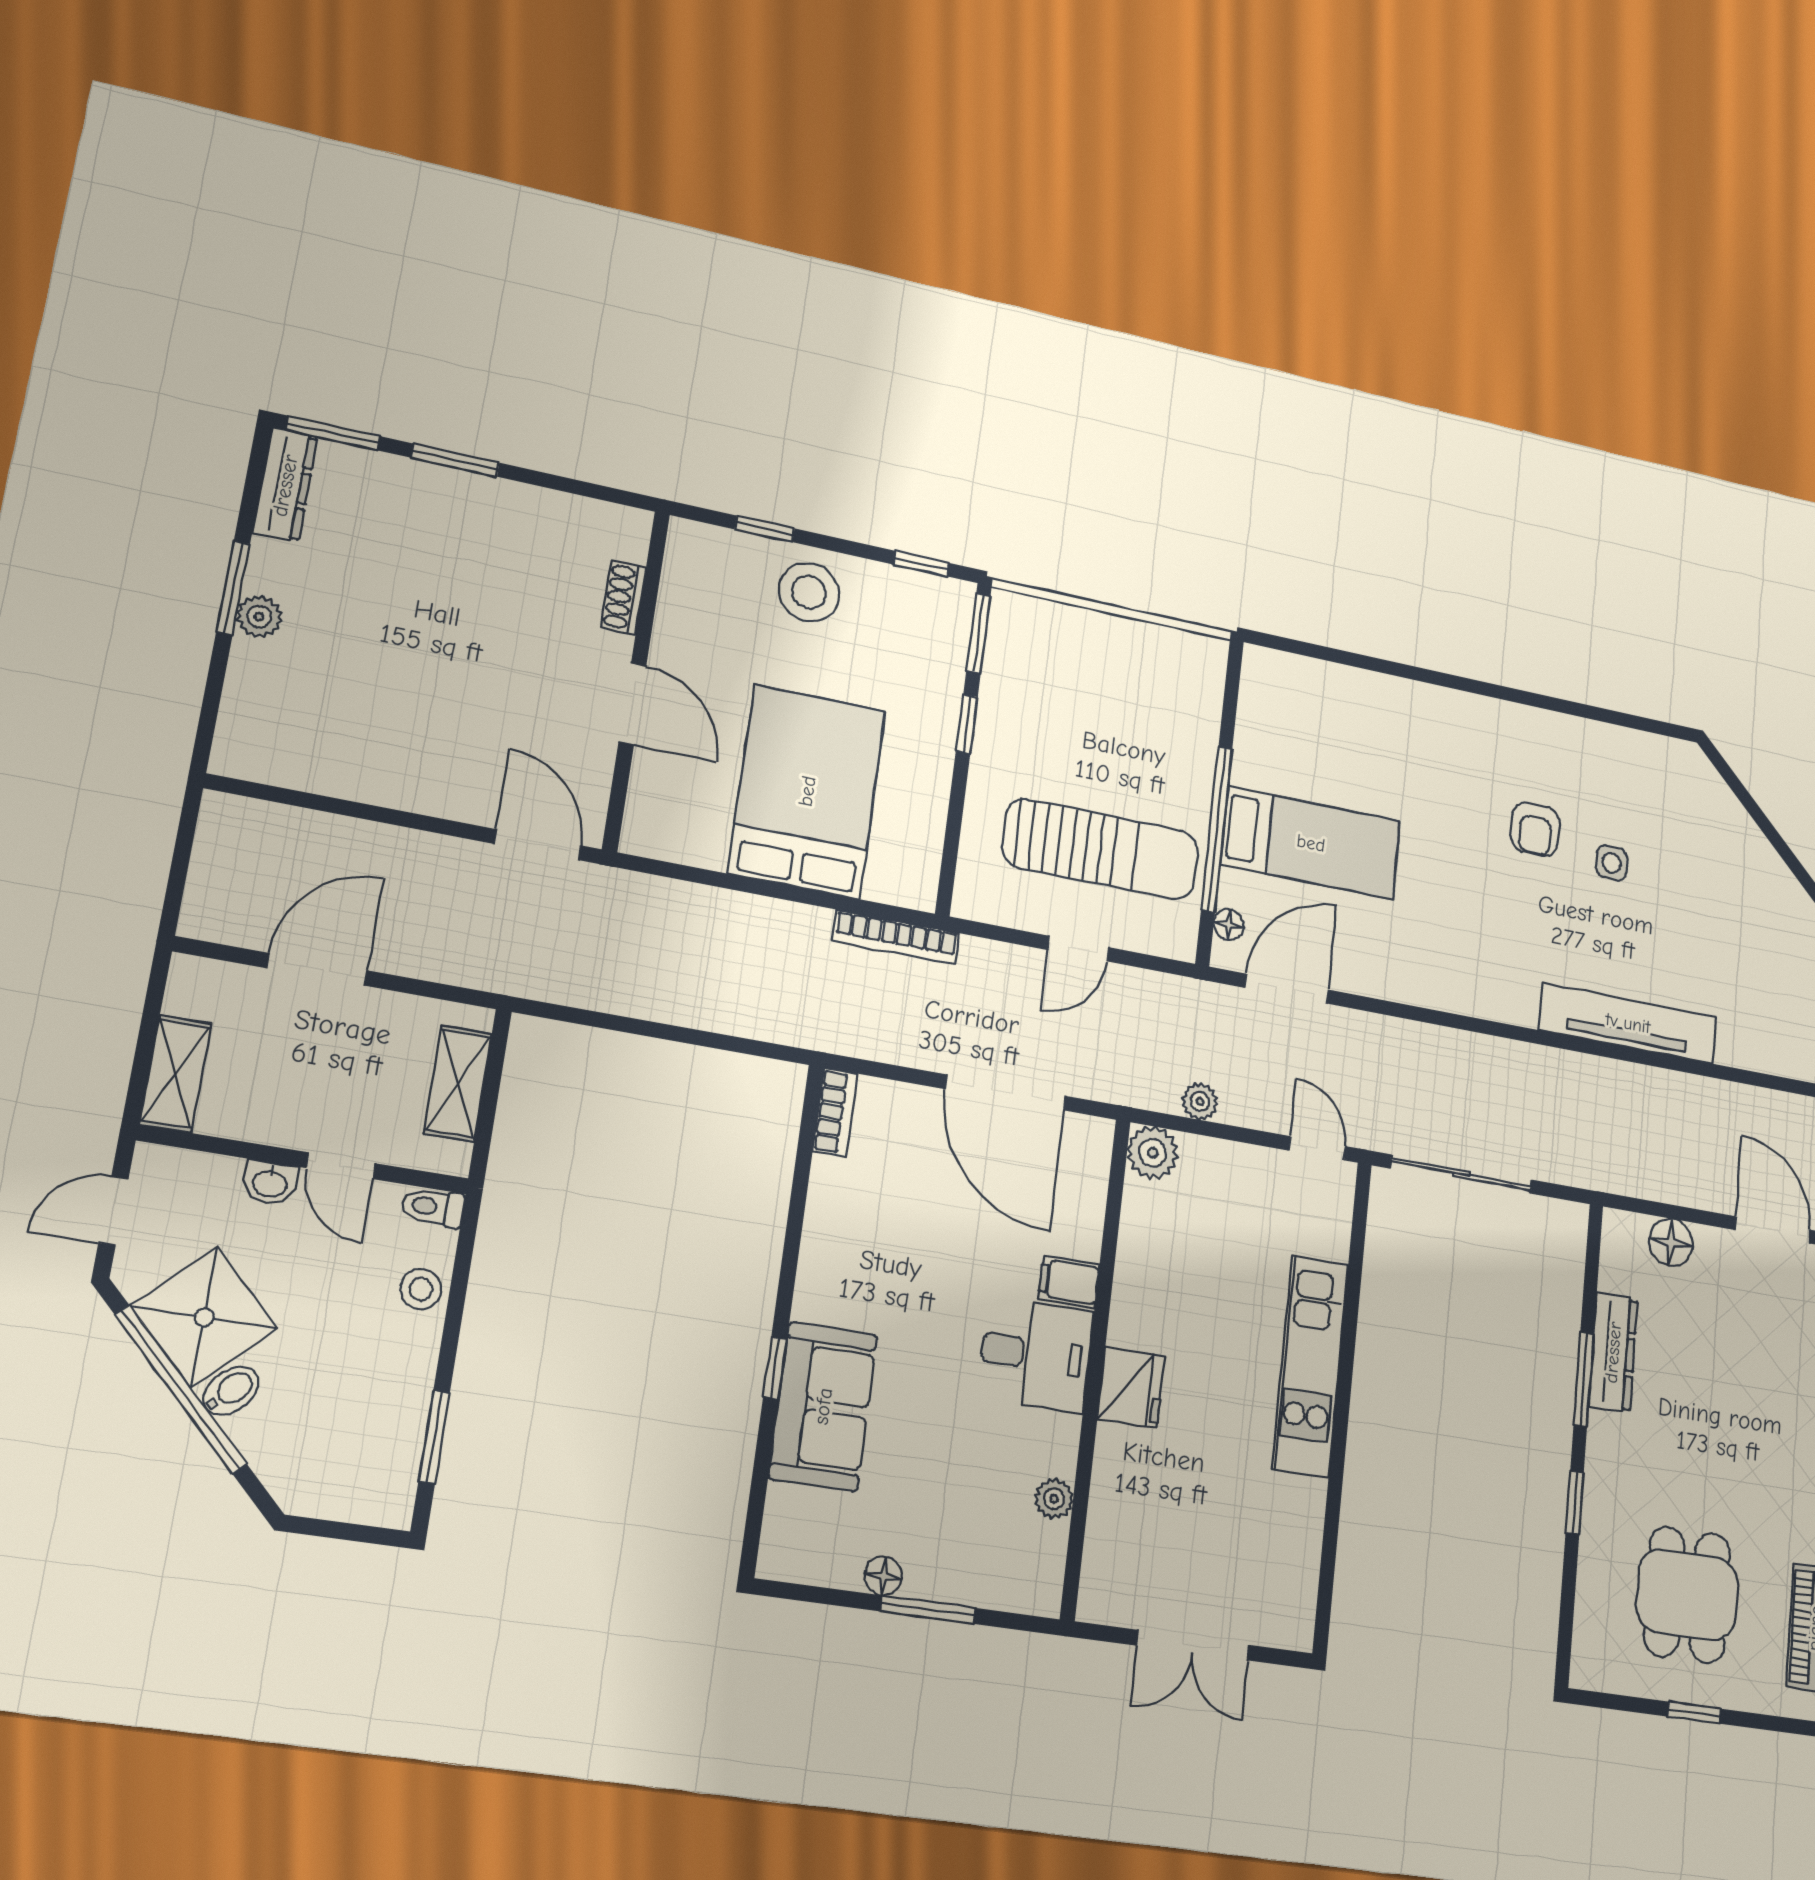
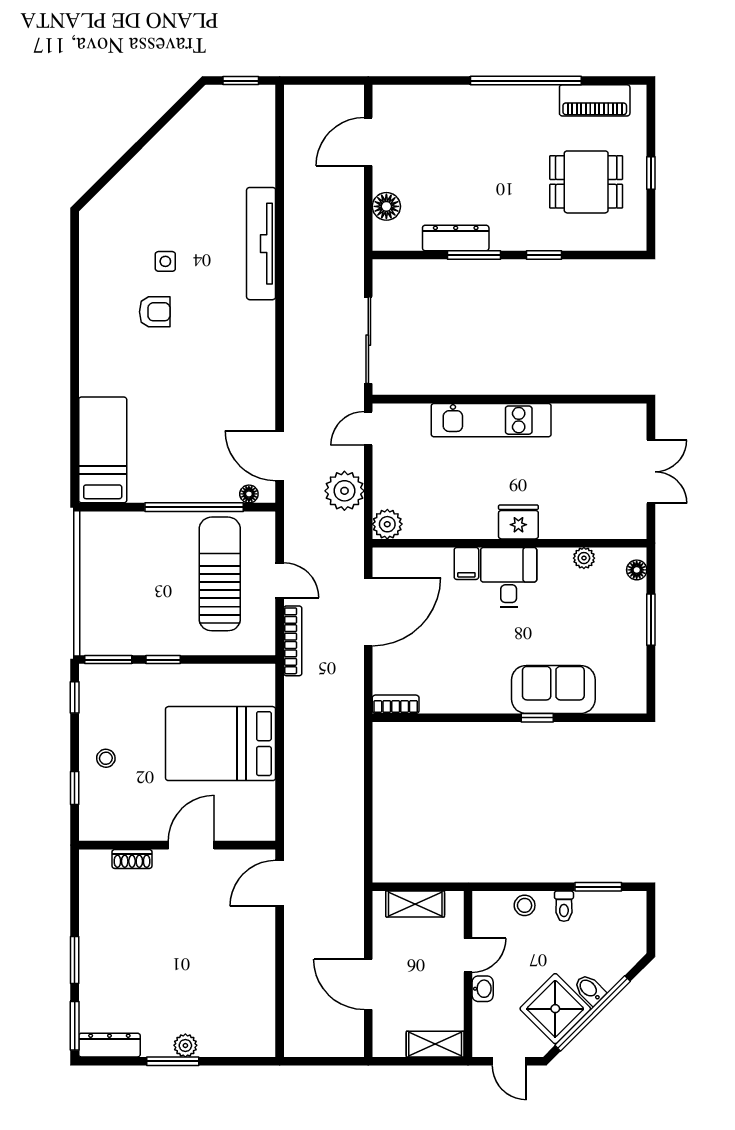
stool: (809, 592) -> (106, 758), width x0.53, depth x0.53
bed: (1311, 843) -> (103, 450), moved
bookcase: (896, 937) -> (293, 641), moved
plant: (1200, 1101) -> (344, 491), width x1.87, depth x1.87
toilet: (433, 1207) -> (564, 906), moved
floor lamp: (883, 1576) -> (637, 570), moved

